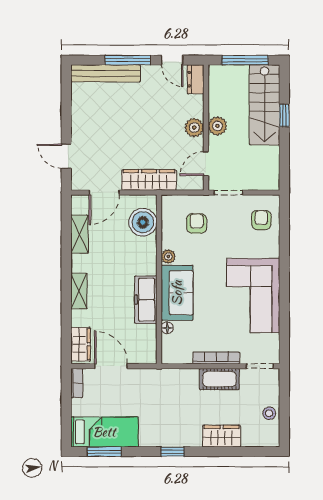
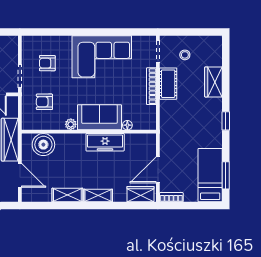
armchair: (261, 220) -> (47, 63), moved
shelving: (79, 234) -> (67, 195), moved
stool: (269, 413) -> (185, 55), moved

